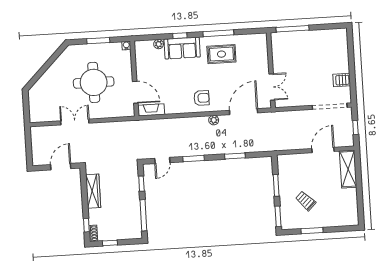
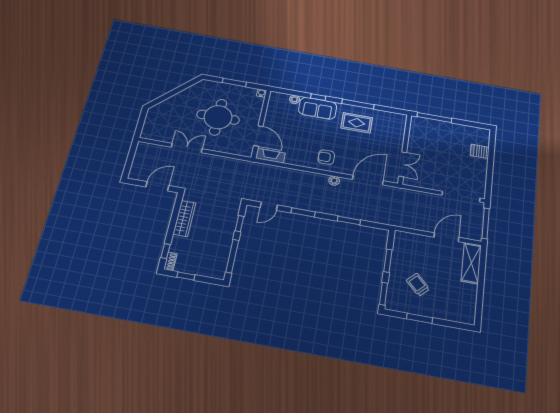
server rack: (342, 80) -> (480, 151), moved
armchair: (201, 98) -> (326, 157), turned 180
window: (355, 127) -> (486, 223), width x2.17

